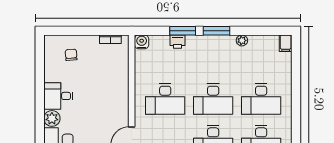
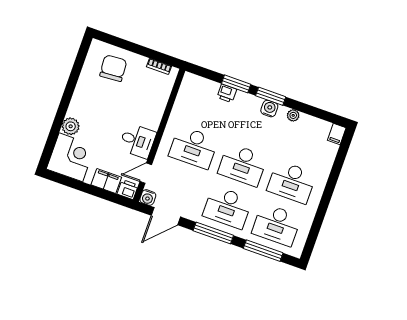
water cooler: (142, 42) -> (269, 109), moved
chair: (71, 55) -> (113, 68), width x1.87, depth x1.87
desk: (58, 96) -> (137, 141), moved, turned 180

